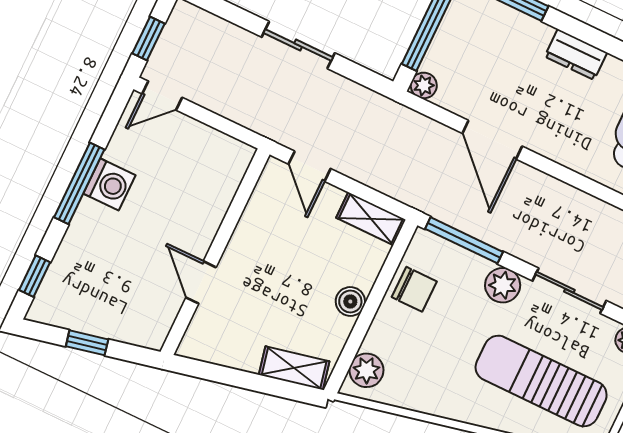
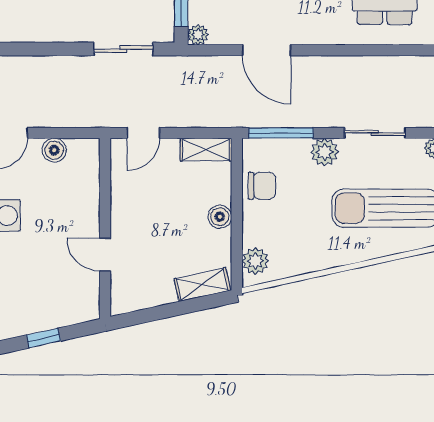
sliding door: (298, 45) -> (123, 49), moved
boiler: (200, 138) -> (54, 150), added
door: (310, 166) -> (143, 133), hinge flipped

